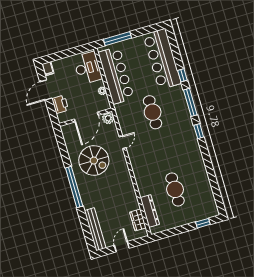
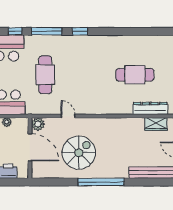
cafe table: (153, 112) -> (45, 75), turned 90

